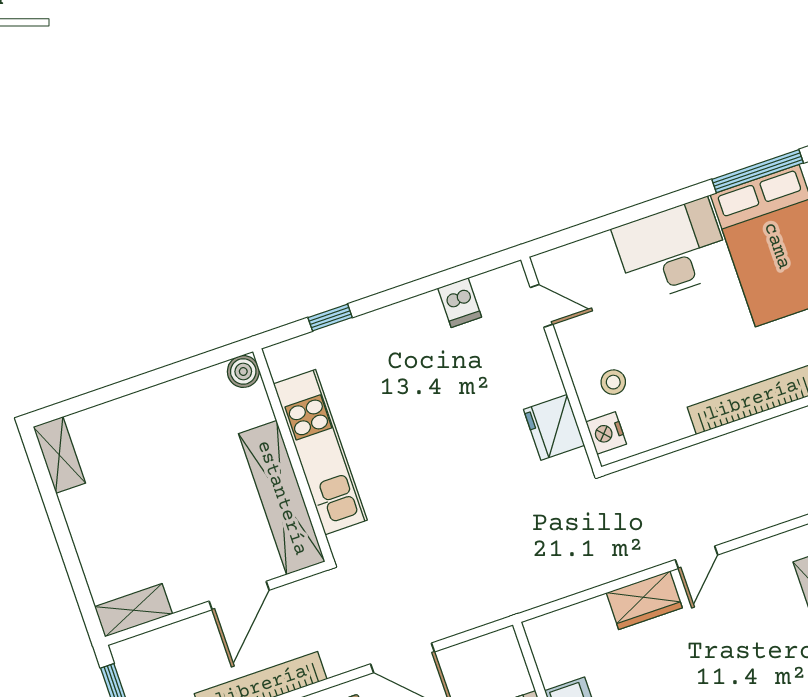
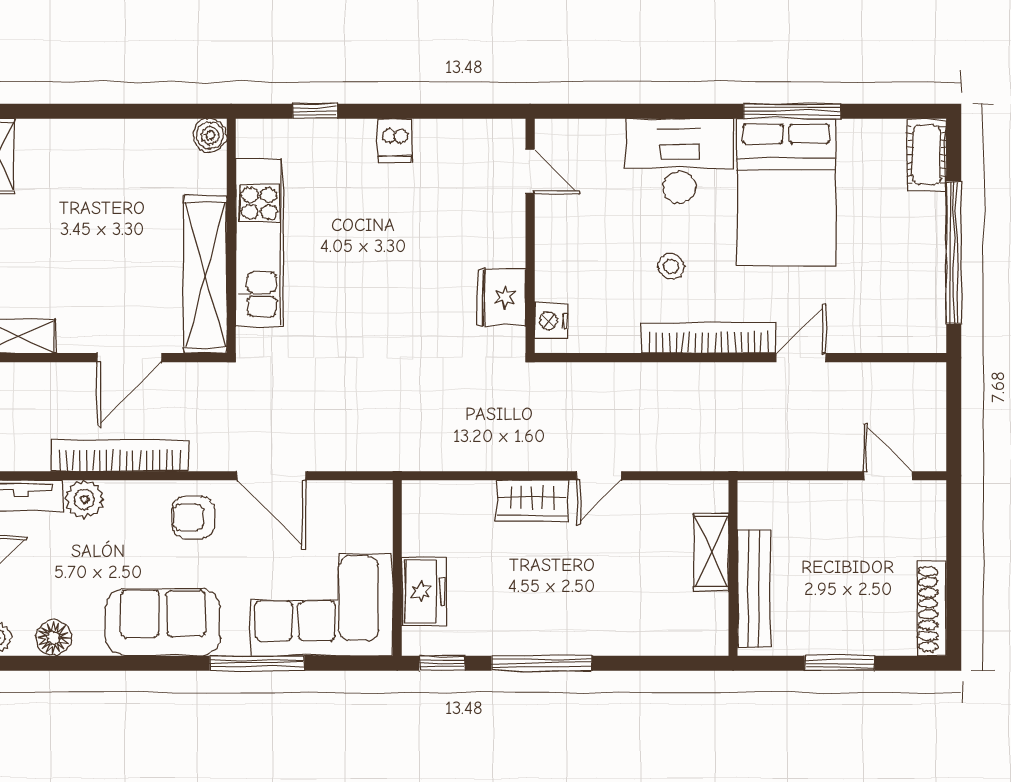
dishwasher: (460, 303) -> (395, 141), moved
stool: (613, 382) -> (671, 267), moved

